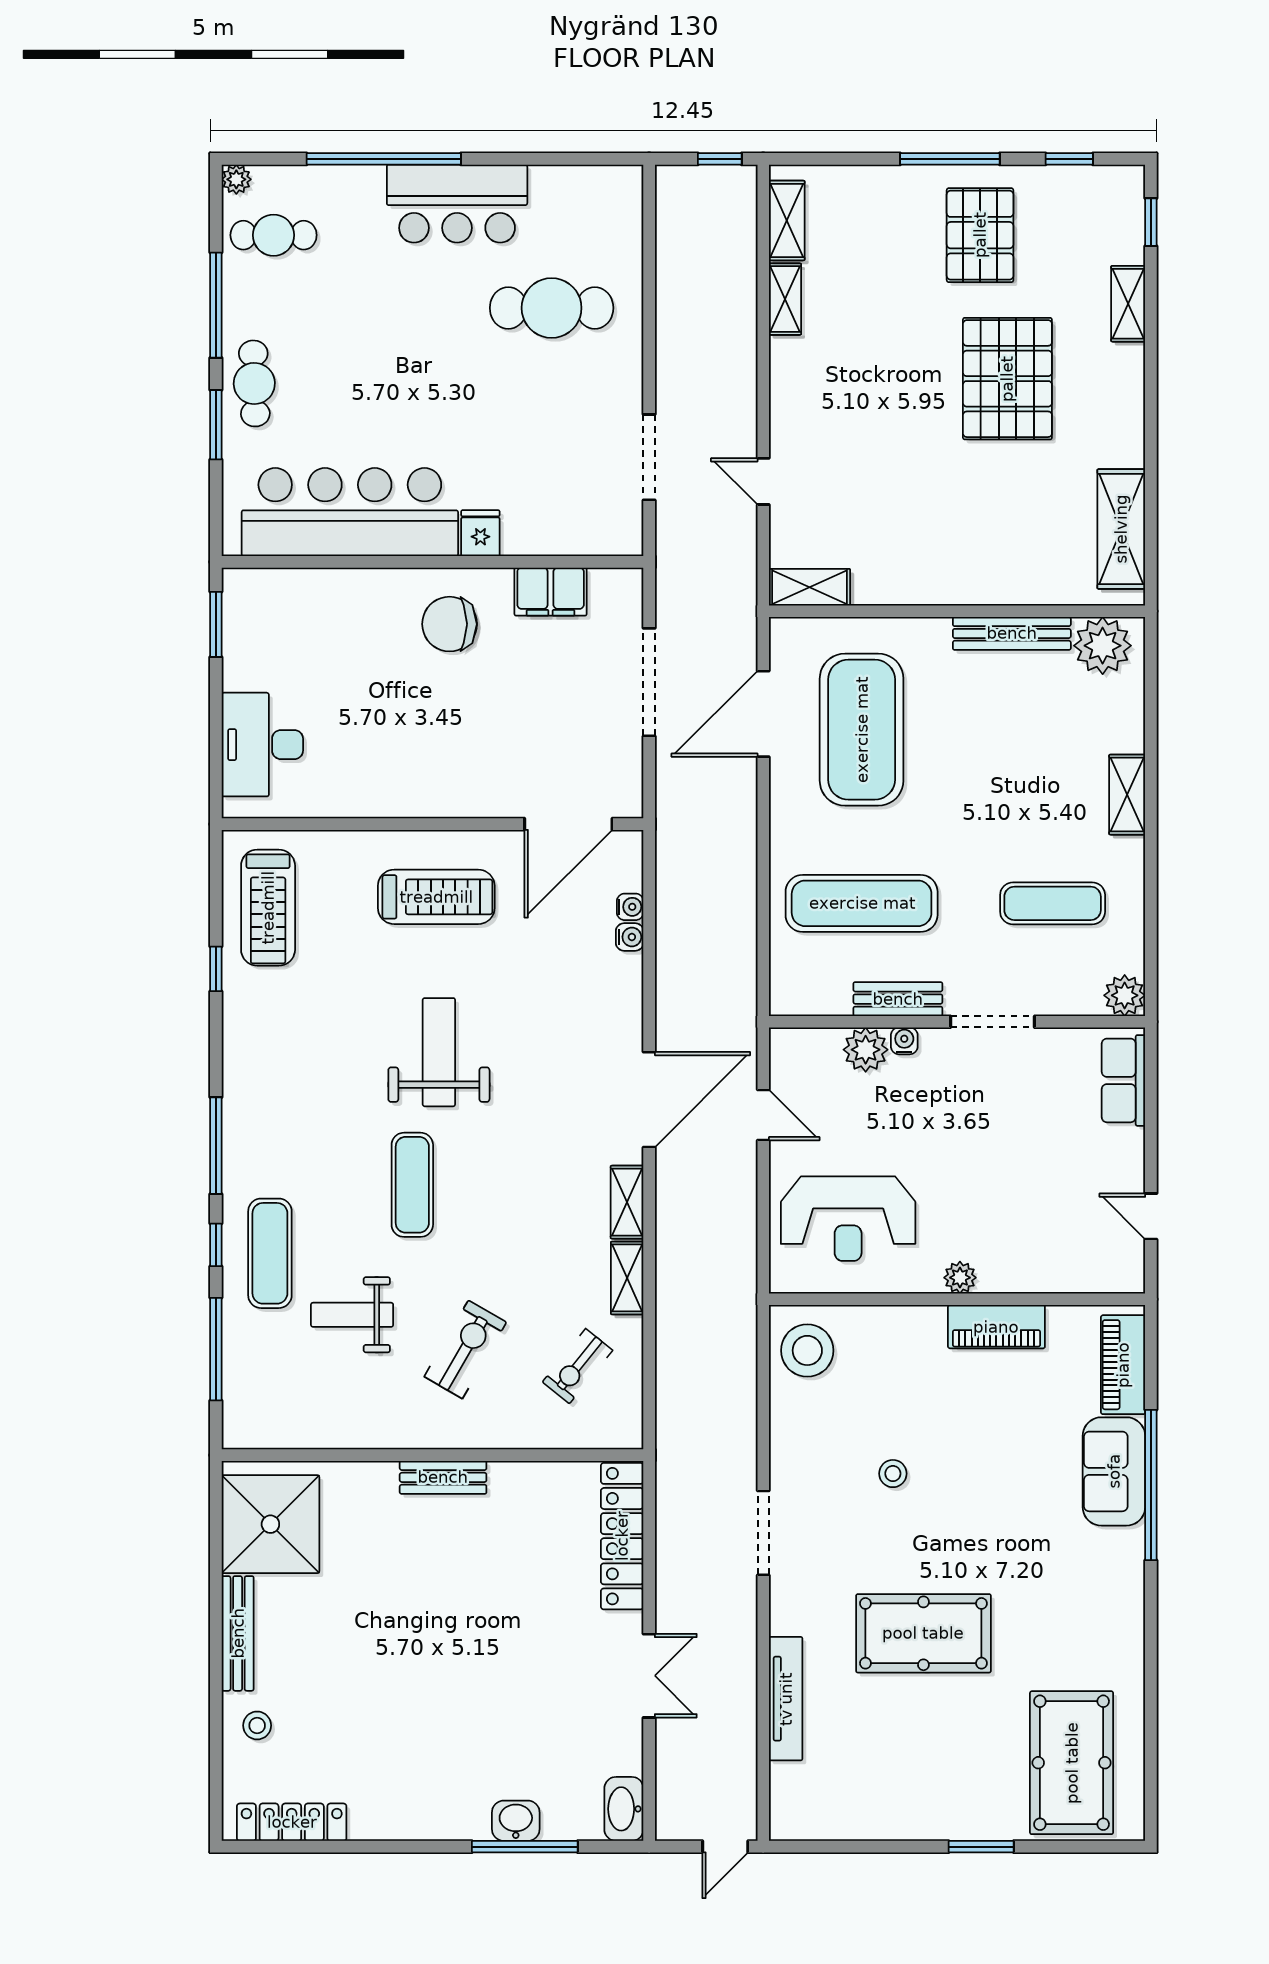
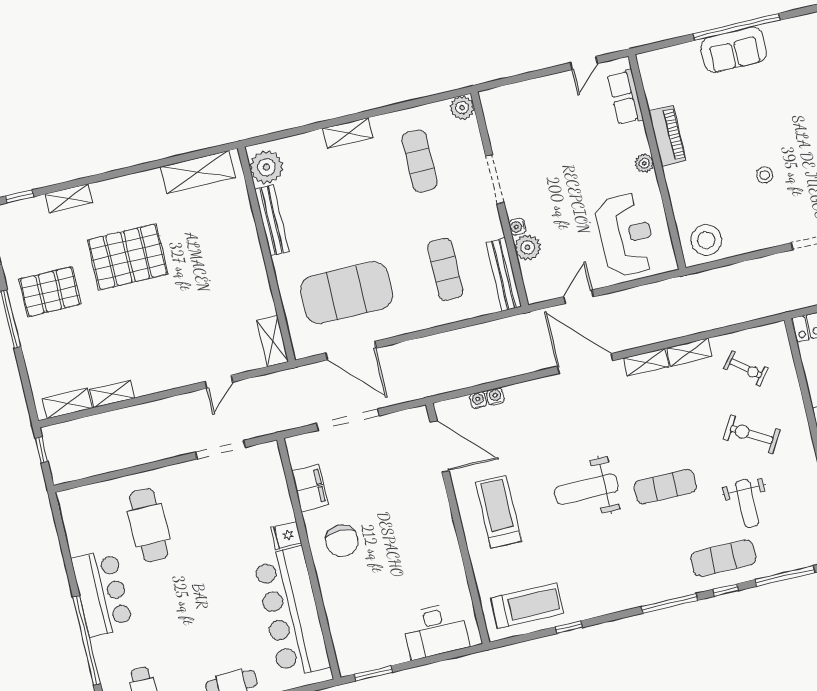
exercise mat: (862, 903) -> (445, 269), width x0.73, depth x0.69
bench: (898, 999) -> (504, 275), moved, width x1.36
row of seats: (1123, 1080) -> (625, 97), moved, turned 90
piano: (1123, 1365) -> (672, 59), removed

